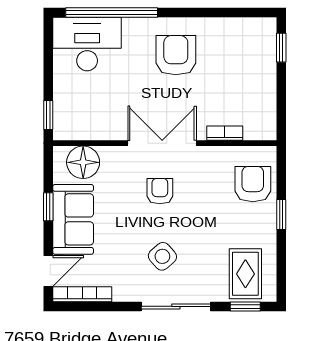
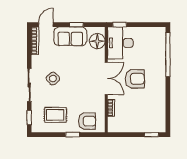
desk: (87, 44) -> (120, 43), moved, turned 180
armchair: (176, 55) -> (135, 79), moved
armchair: (160, 191) -> (84, 77), removed
door: (48, 271) -> (46, 25), swing flipped
rug: (245, 274) -> (55, 115), moved

